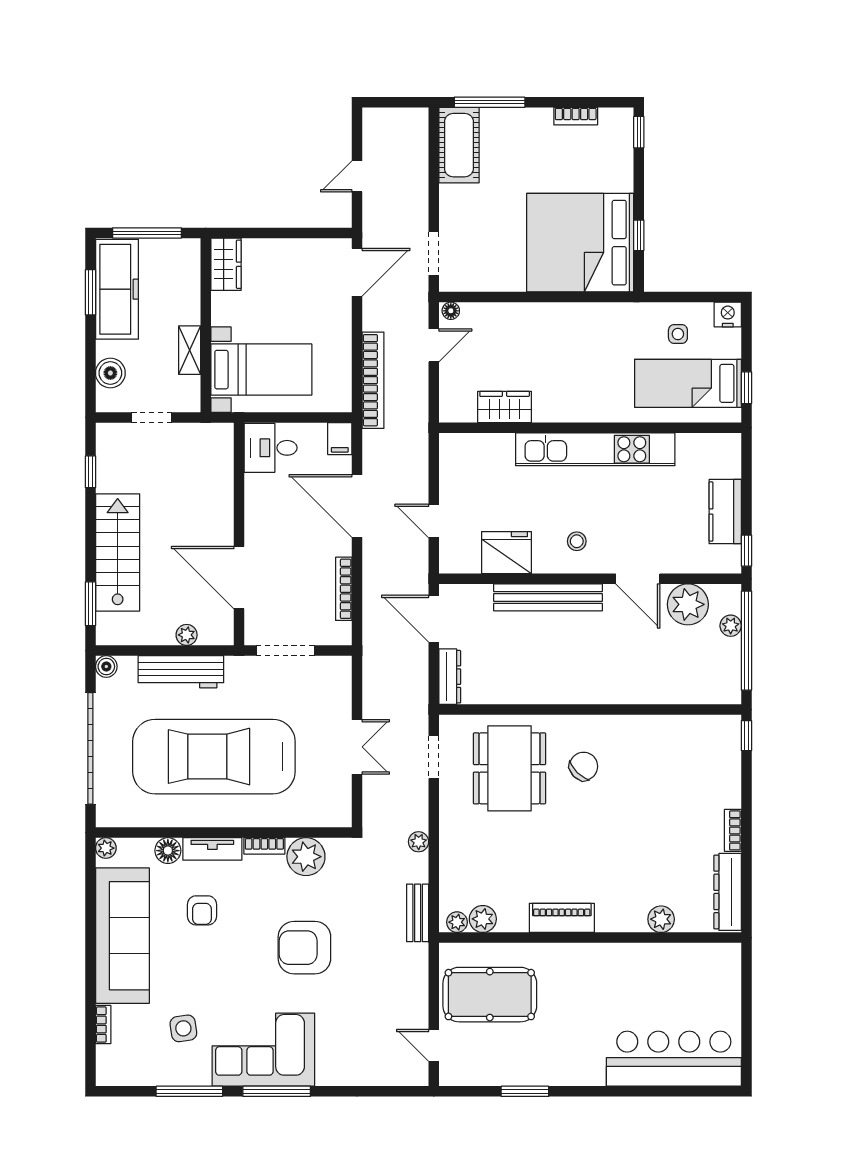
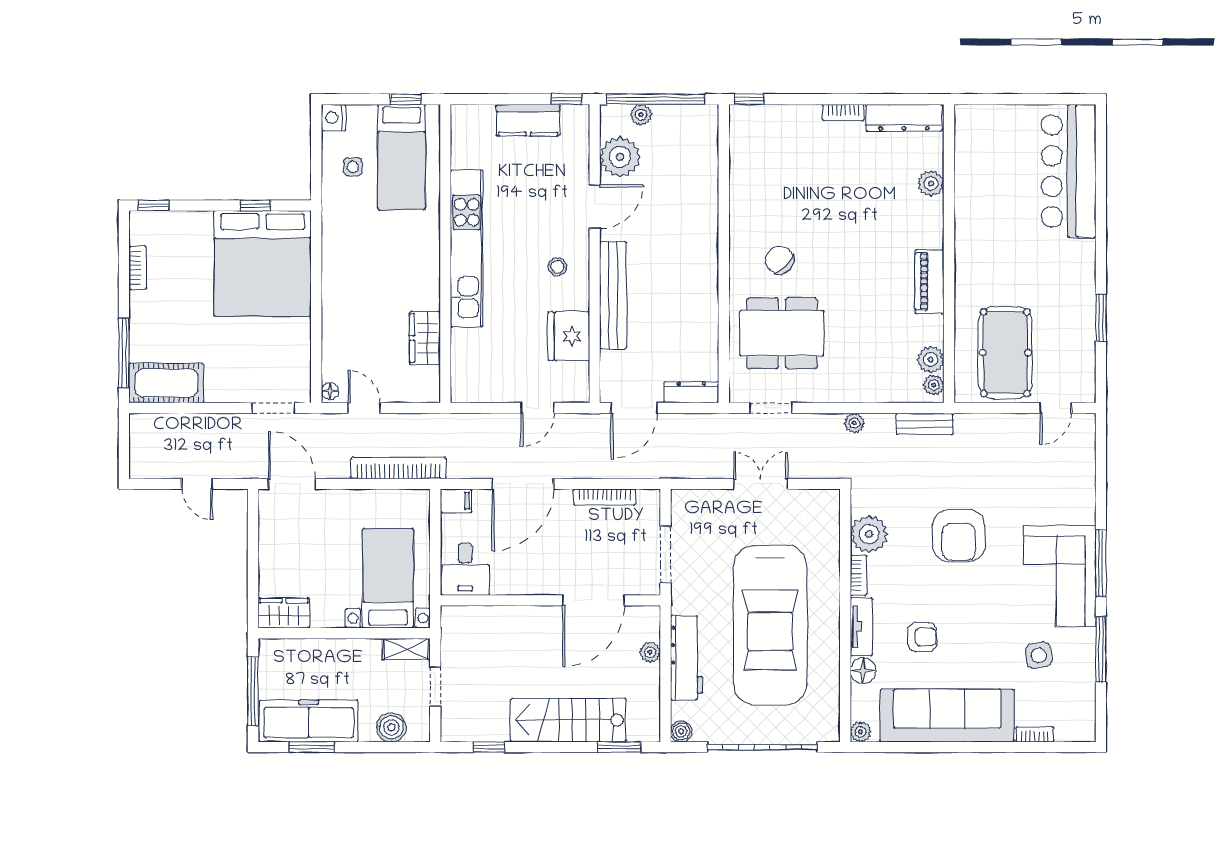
shelving: (190, 350) -> (406, 649), moved

